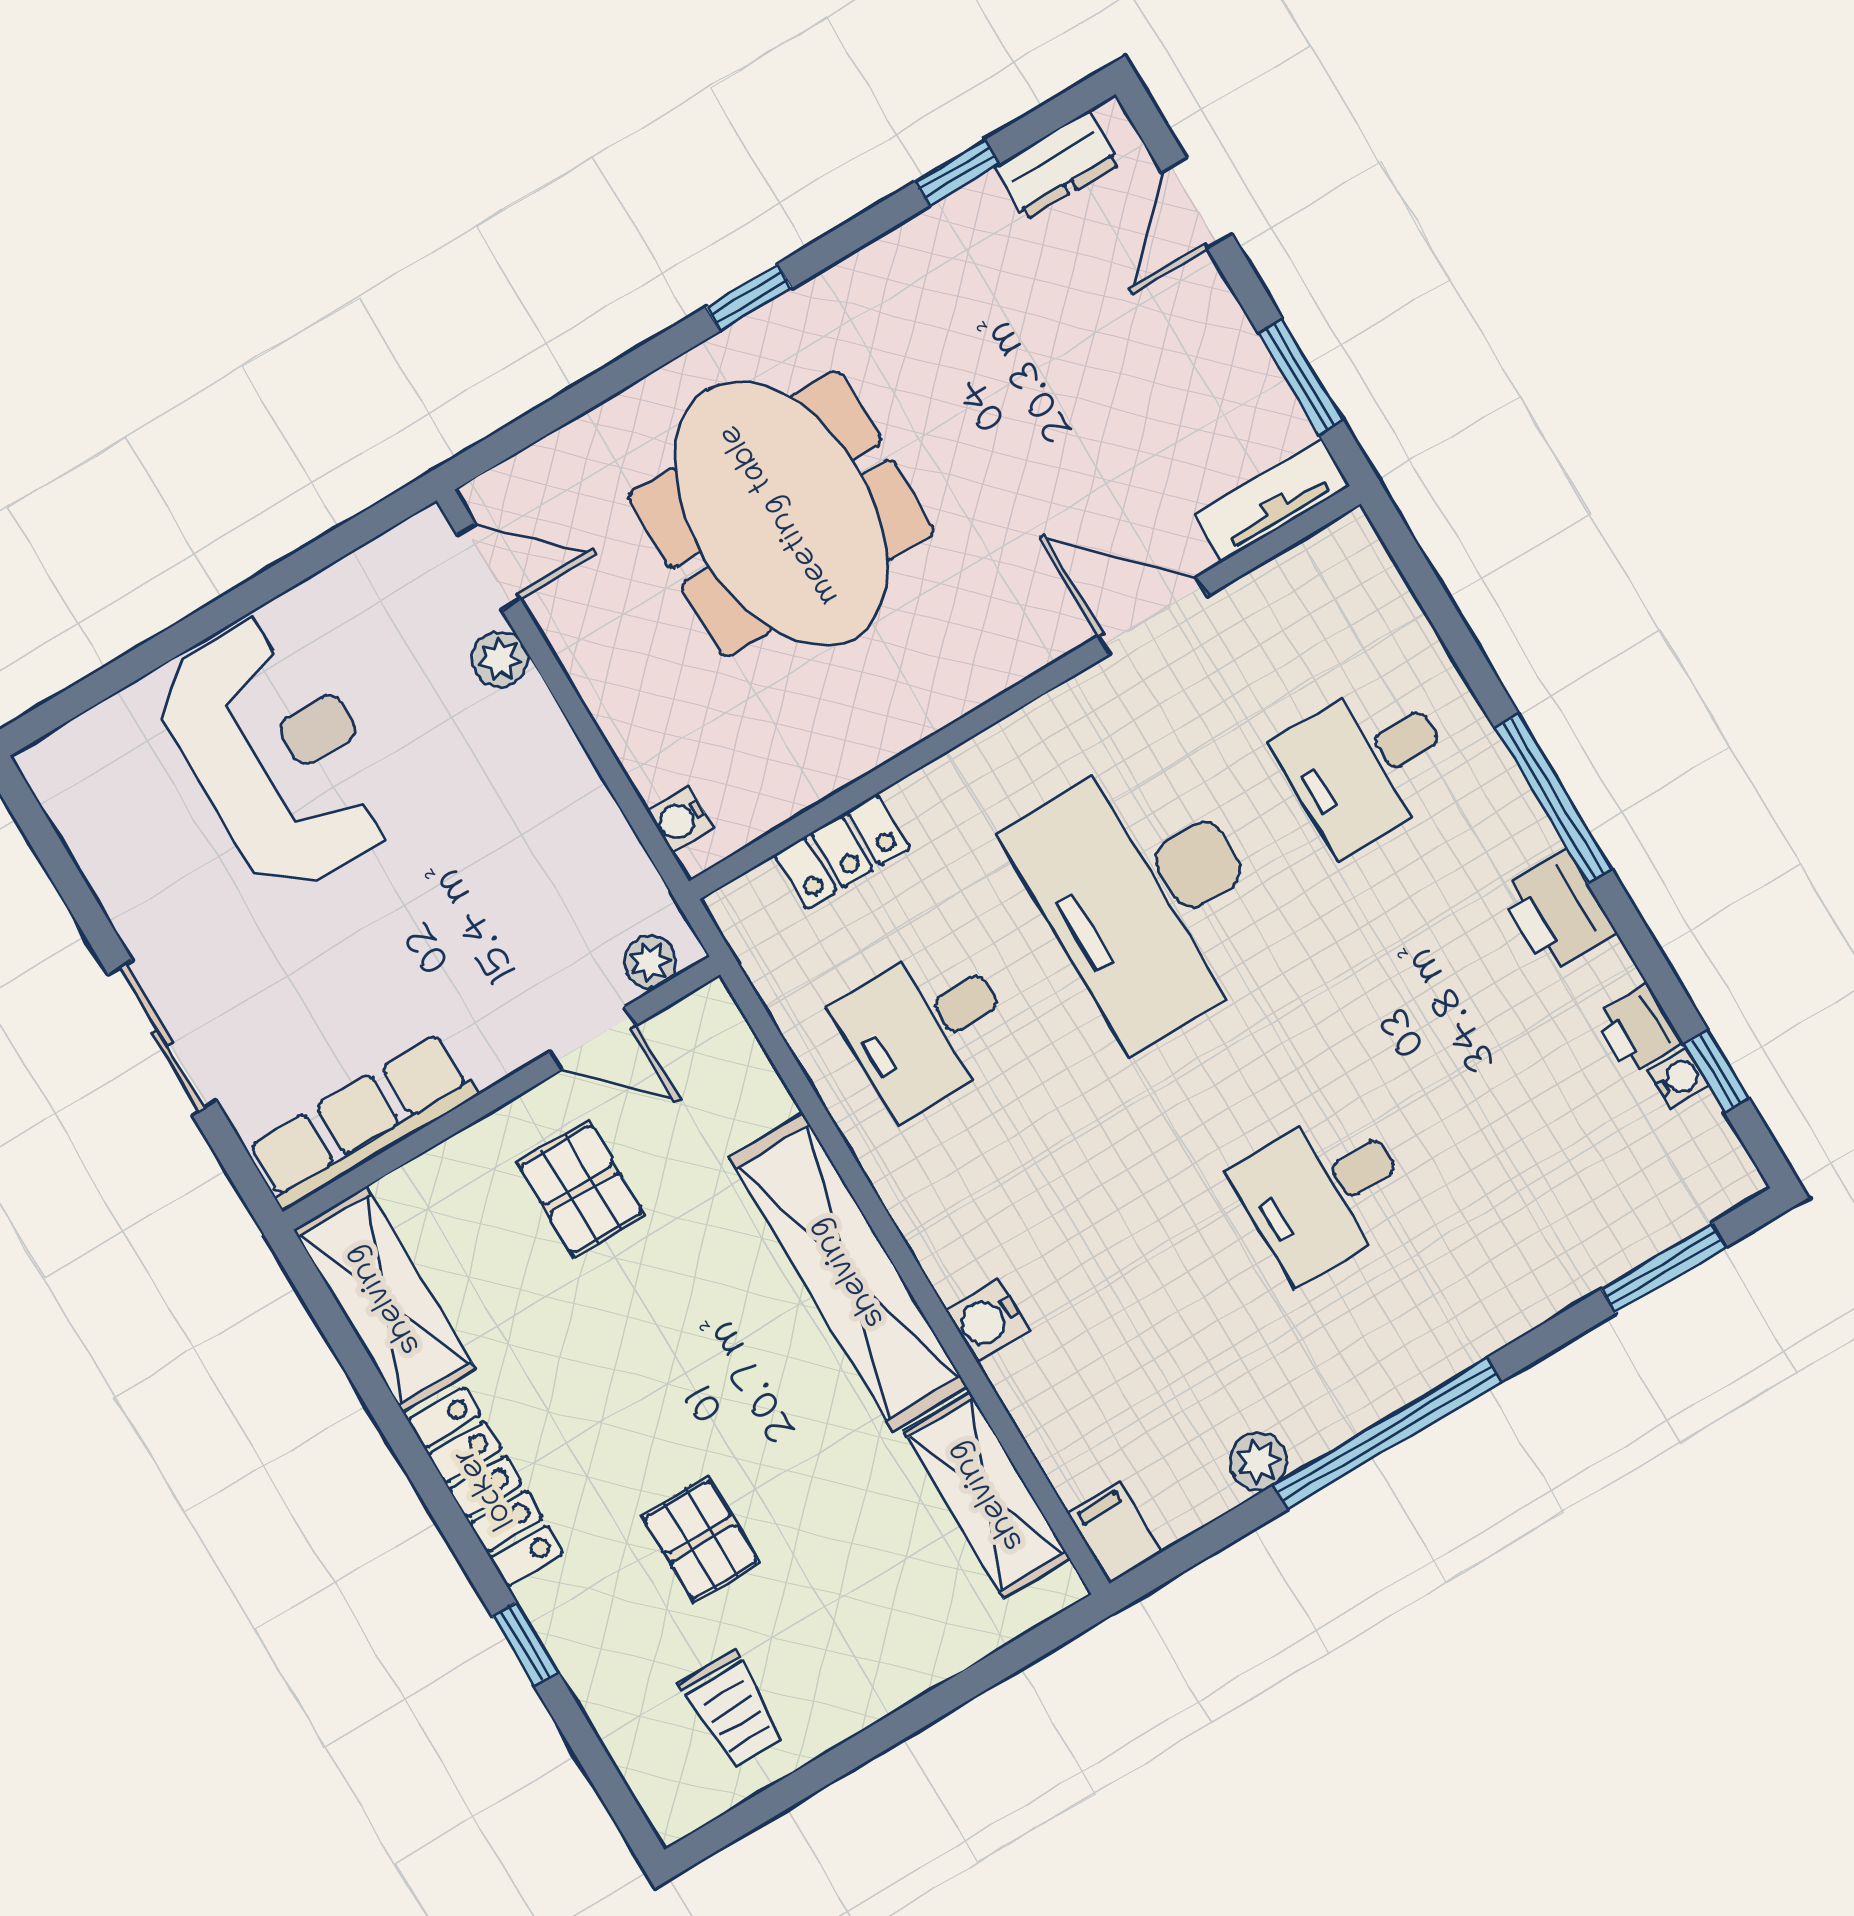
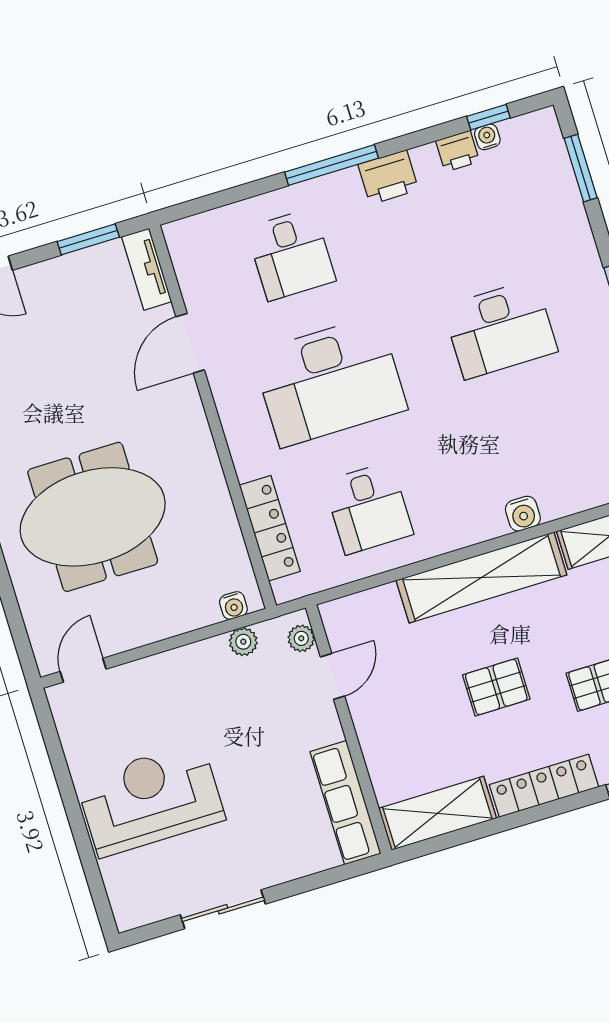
plant: (500, 659) -> (243, 642), moved
locker: (842, 851) -> (270, 528), width x1.53
sliding door: (162, 1038) -> (223, 909), moved
pallet: (581, 1189) -> (496, 687), moved
desk: (1324, 1192) -> (500, 329), width x1.37

